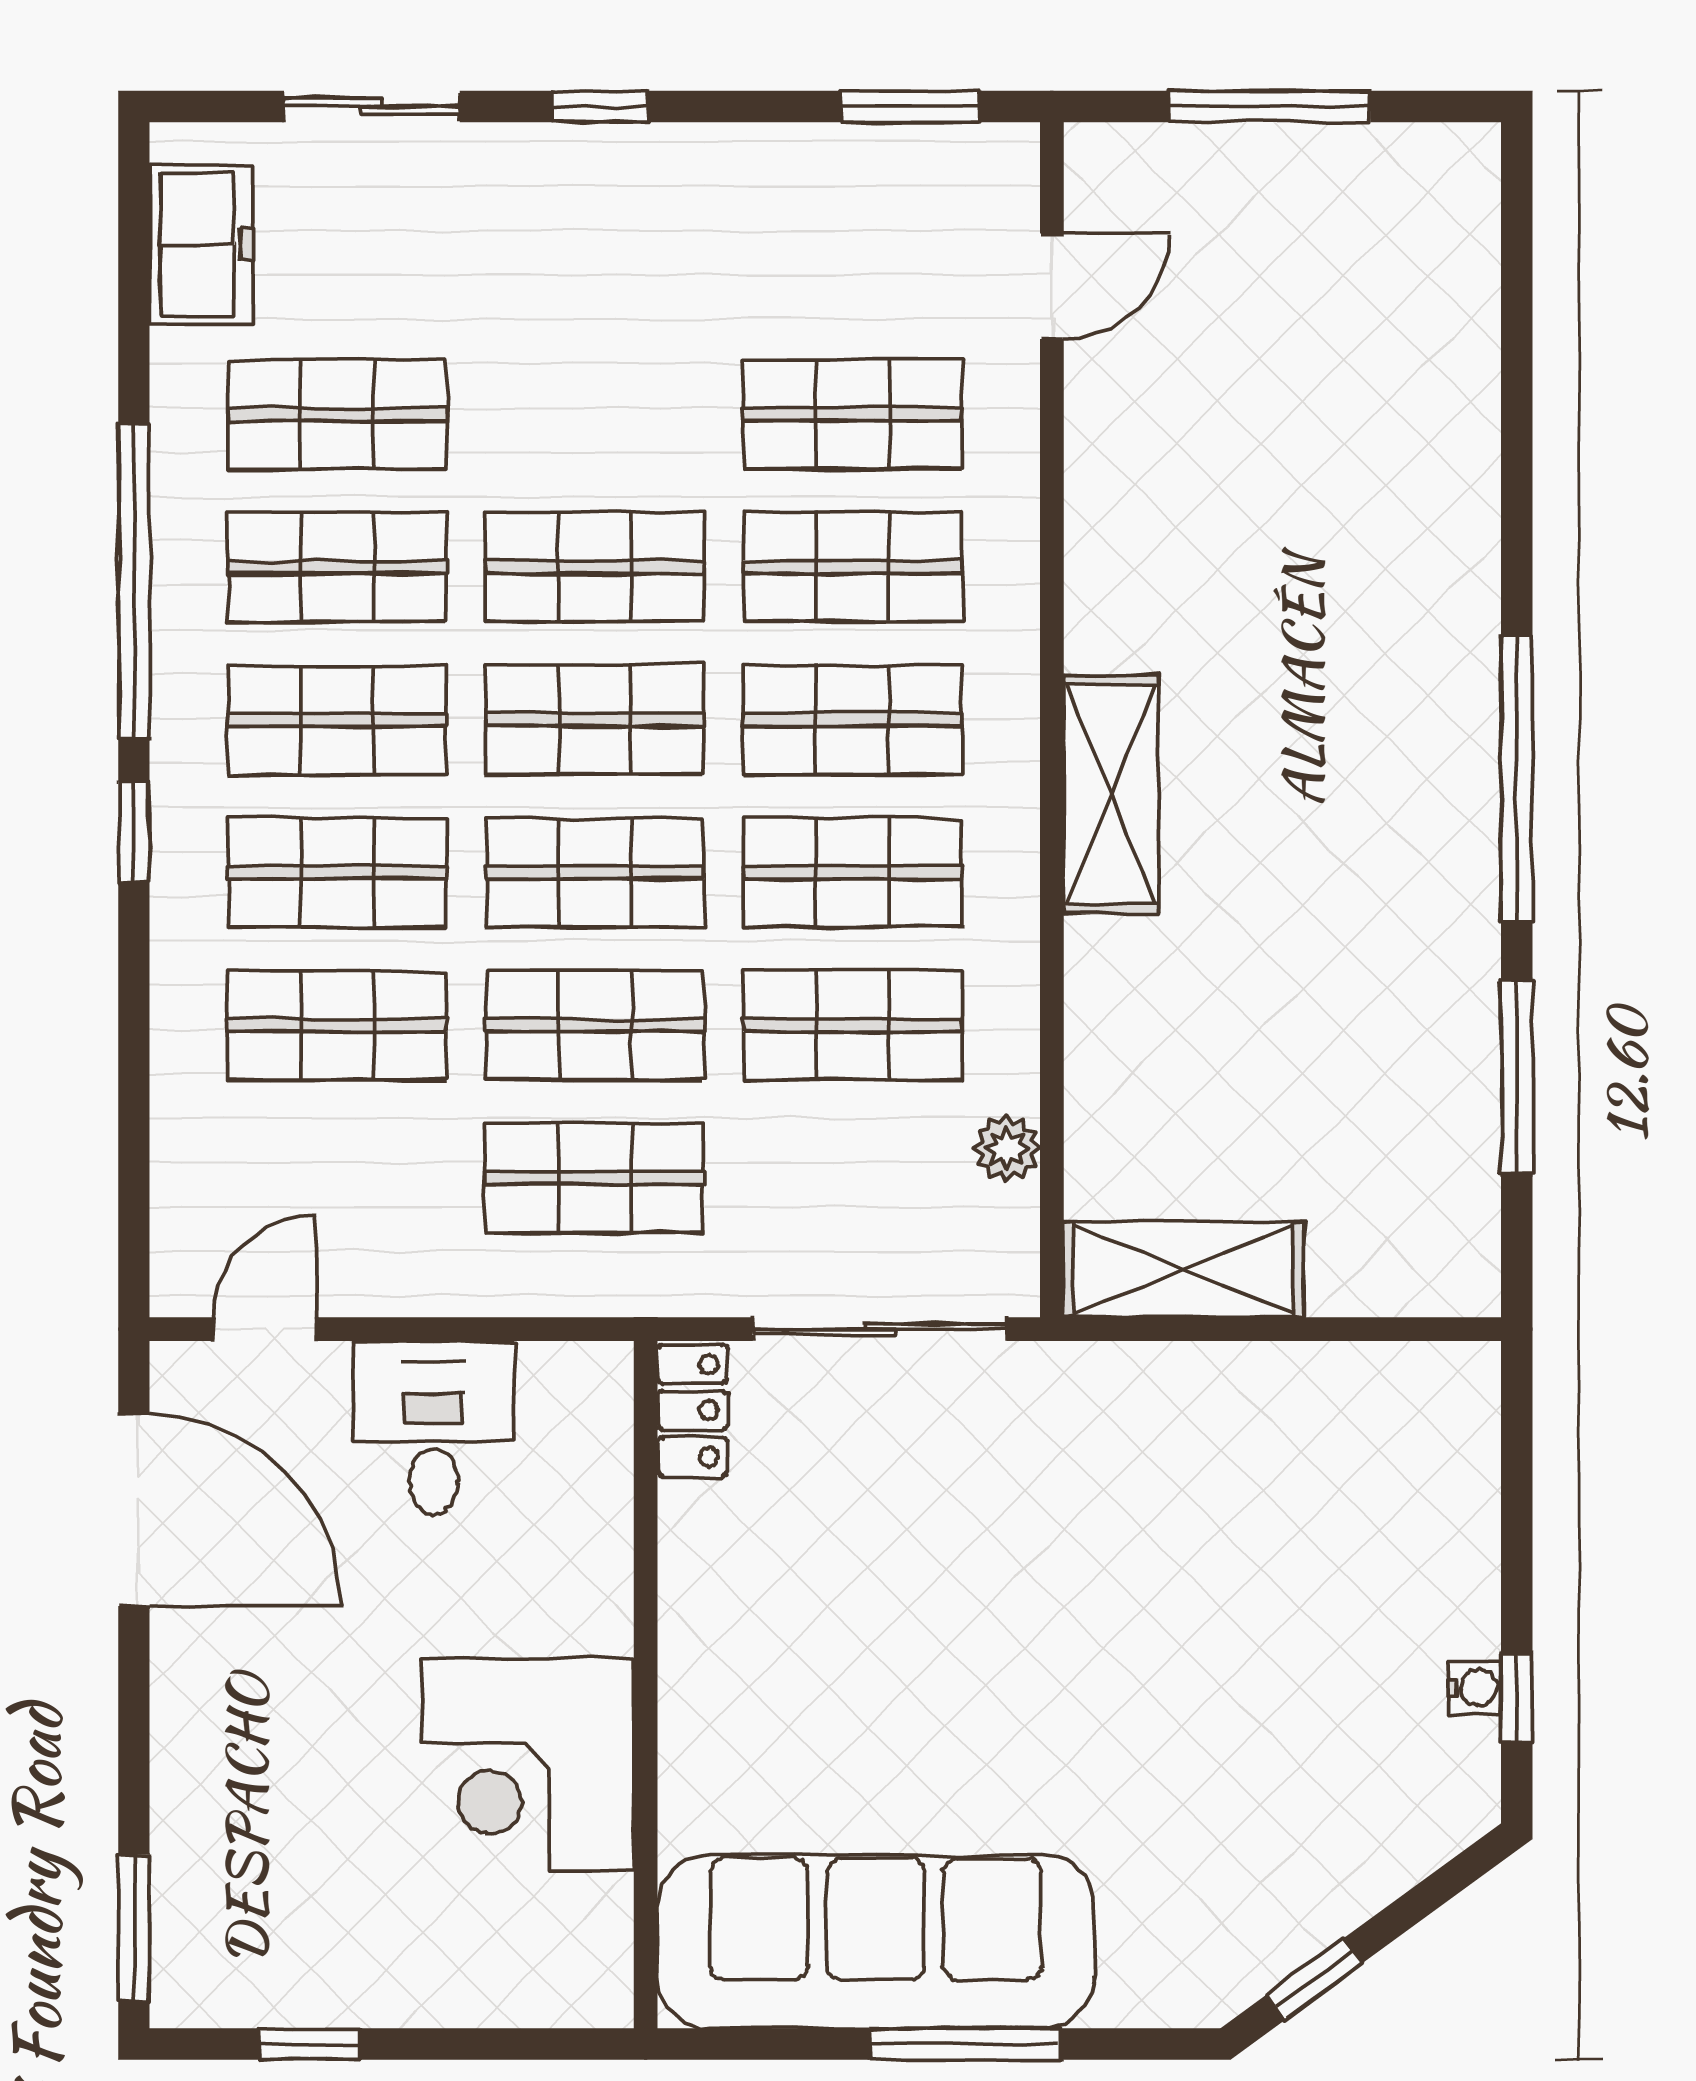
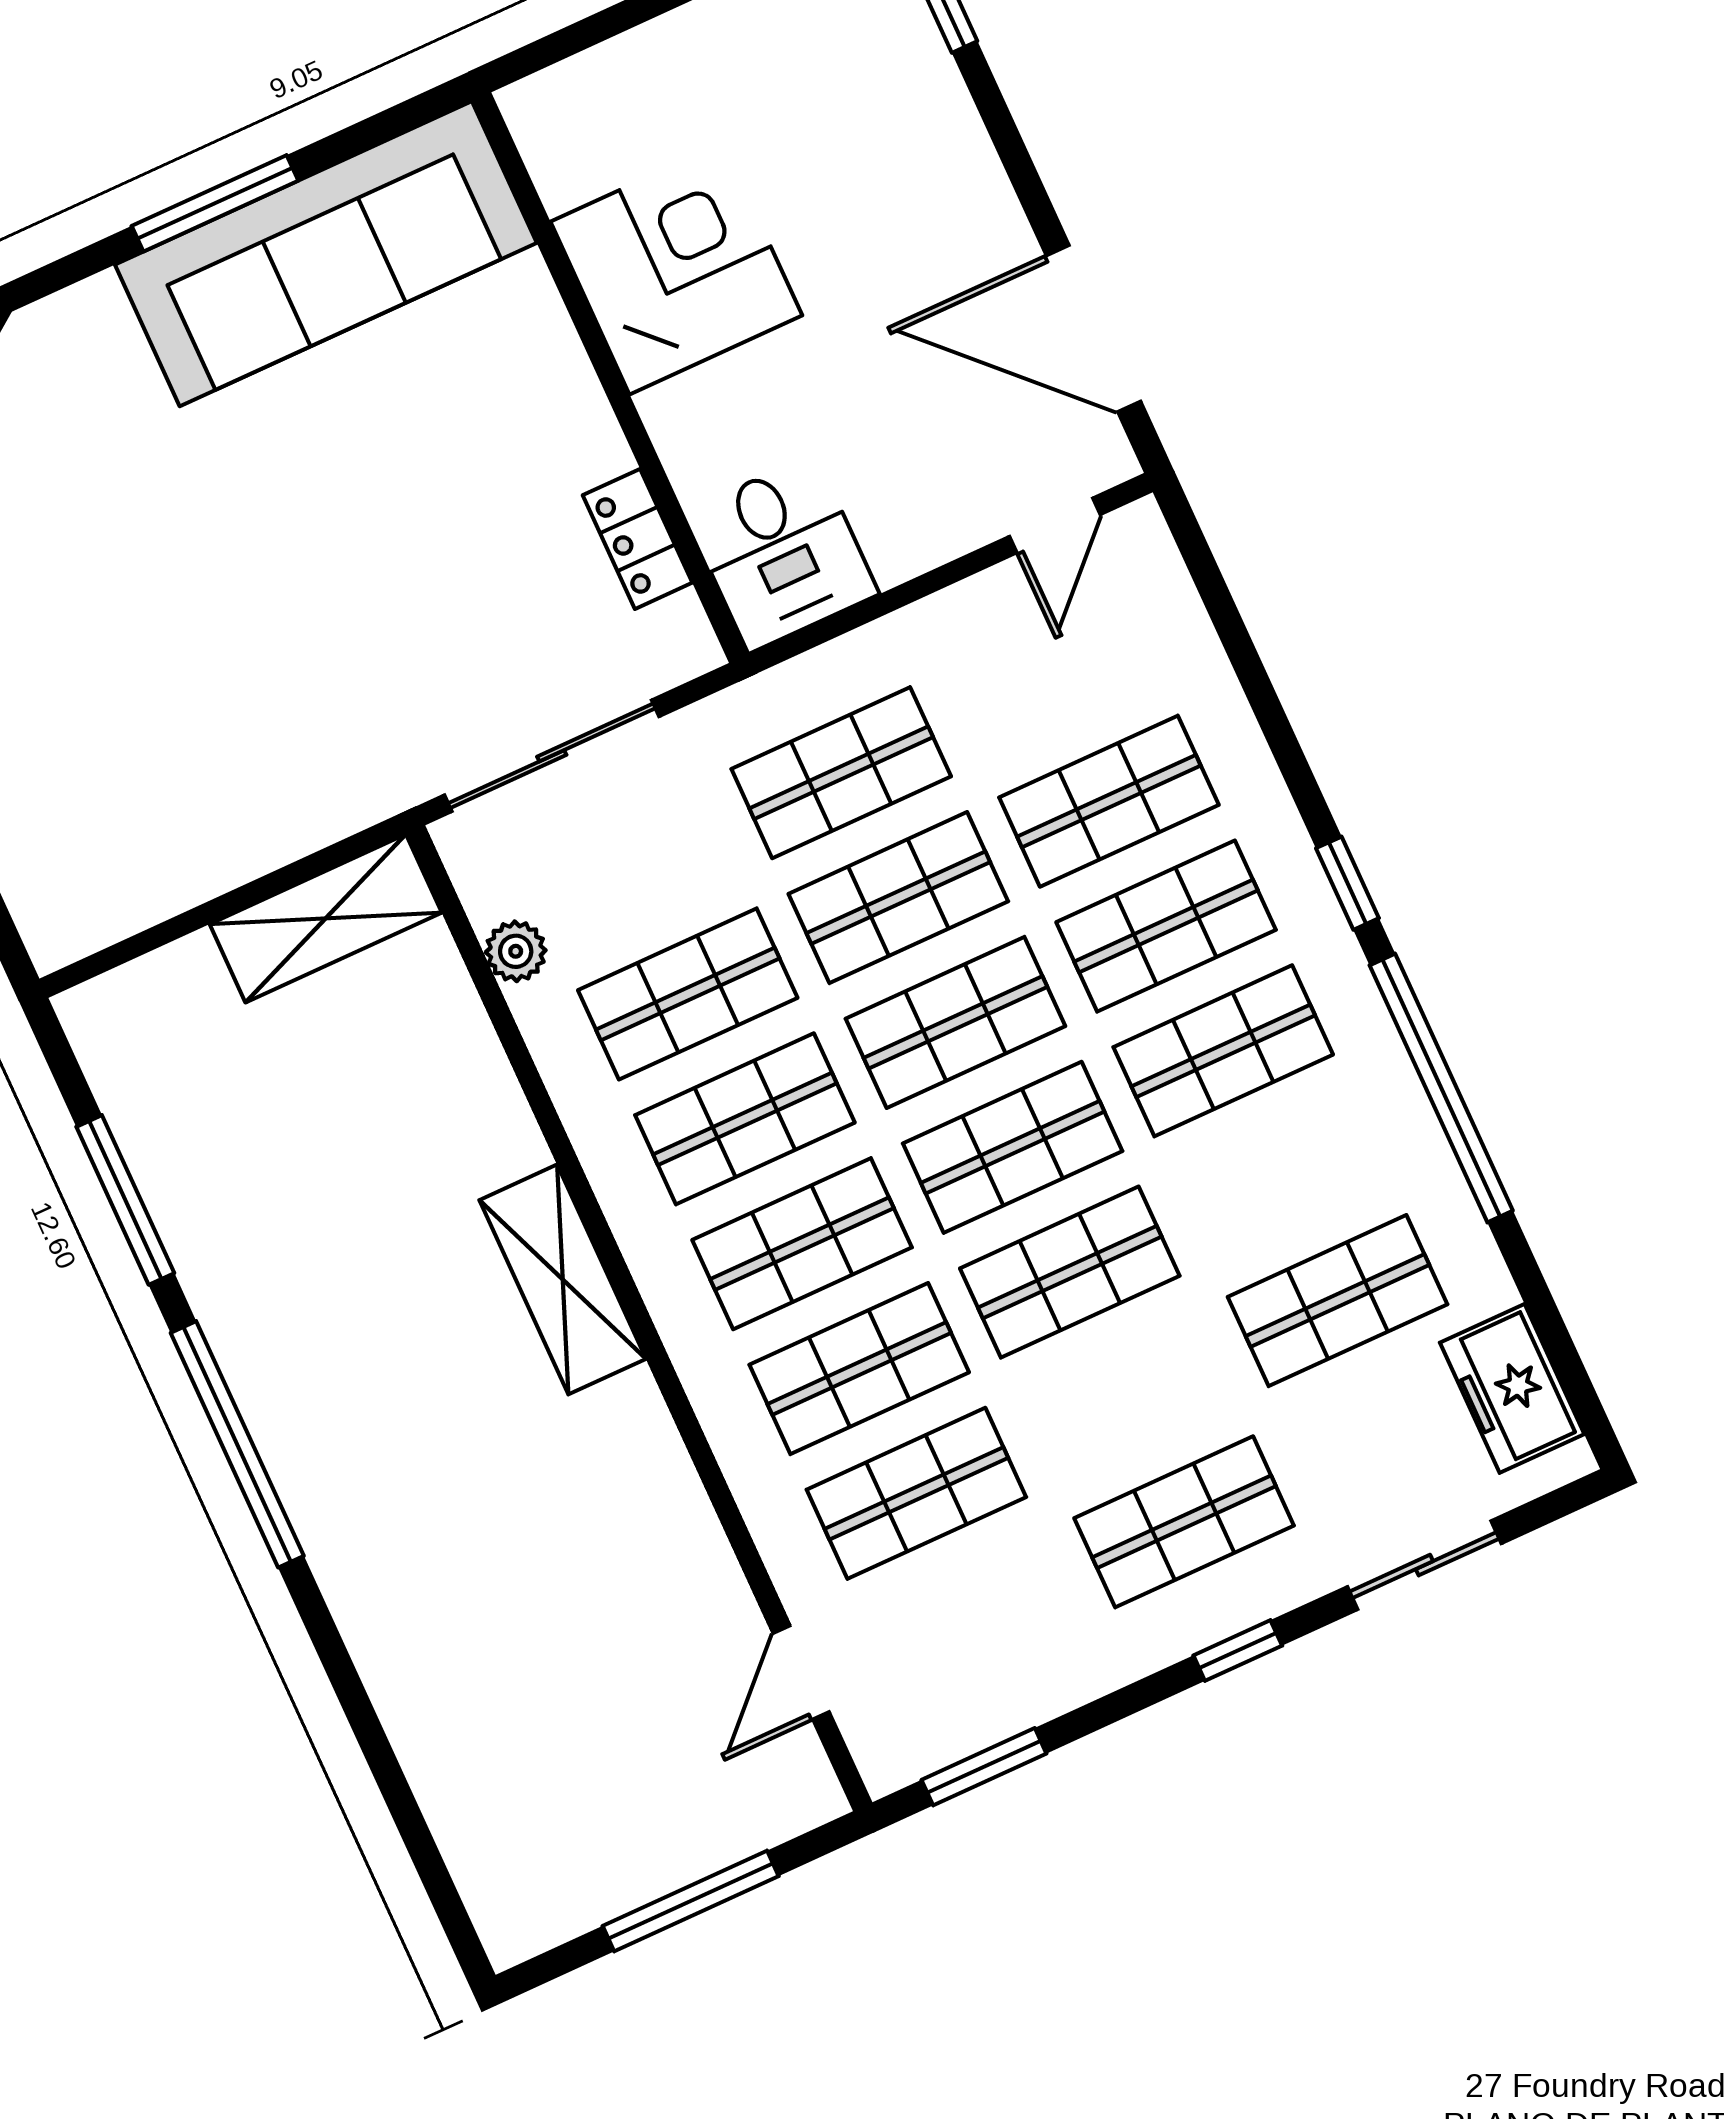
shop shelf: (337, 567) -> (1184, 1522), moved
locker: (692, 1410) -> (638, 539), moved
desk: (434, 1428) -> (782, 553), moved

